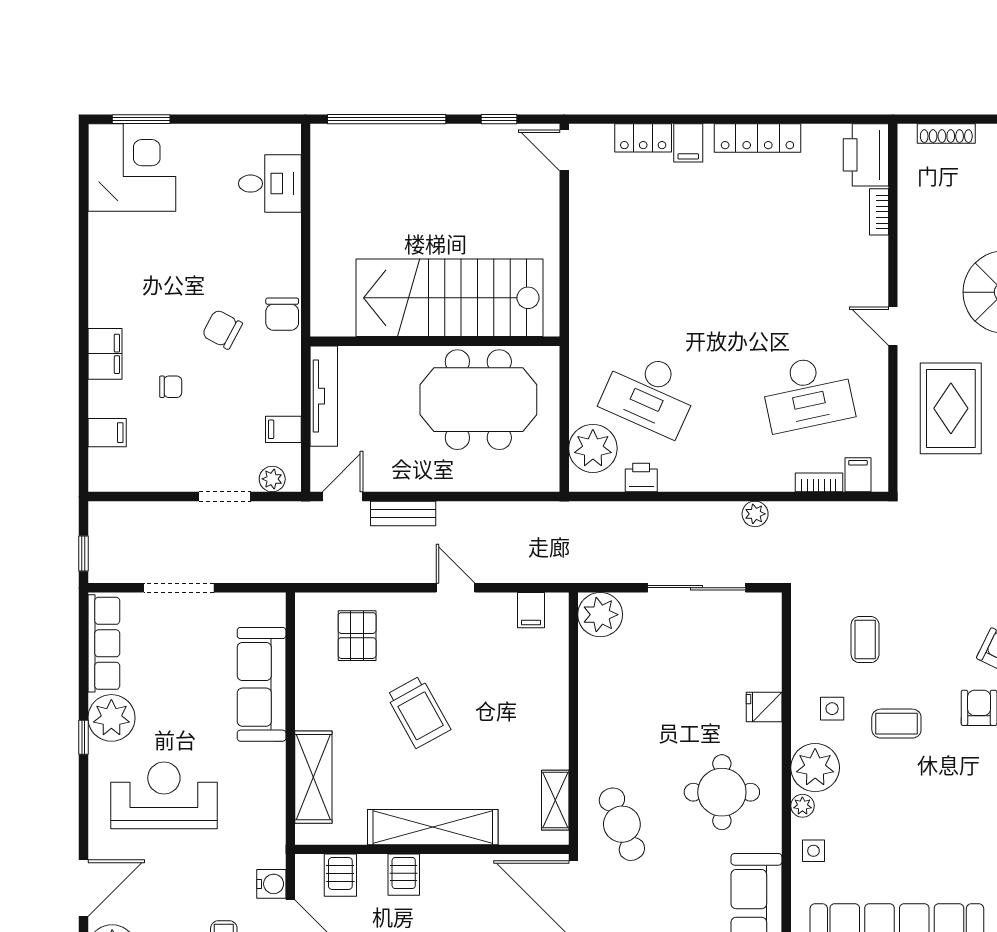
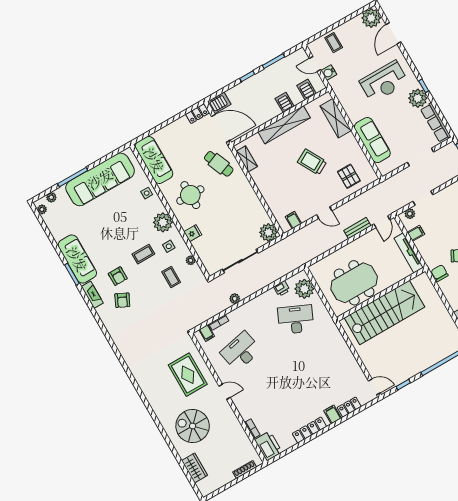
plant: (802, 806) -> (191, 260), moved

